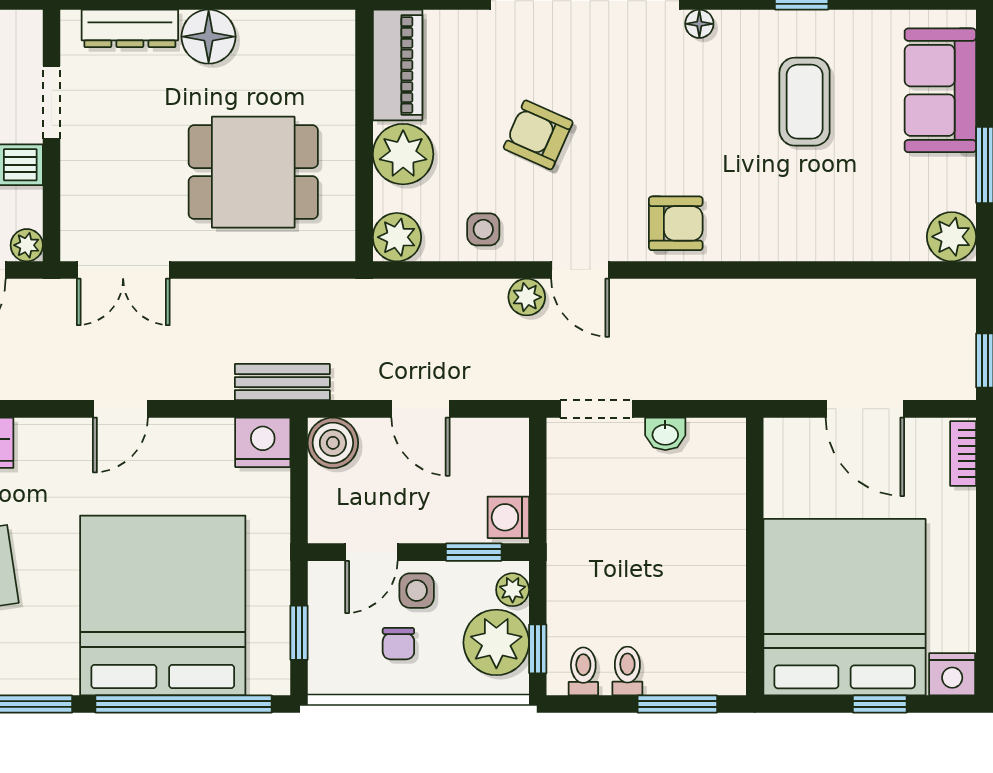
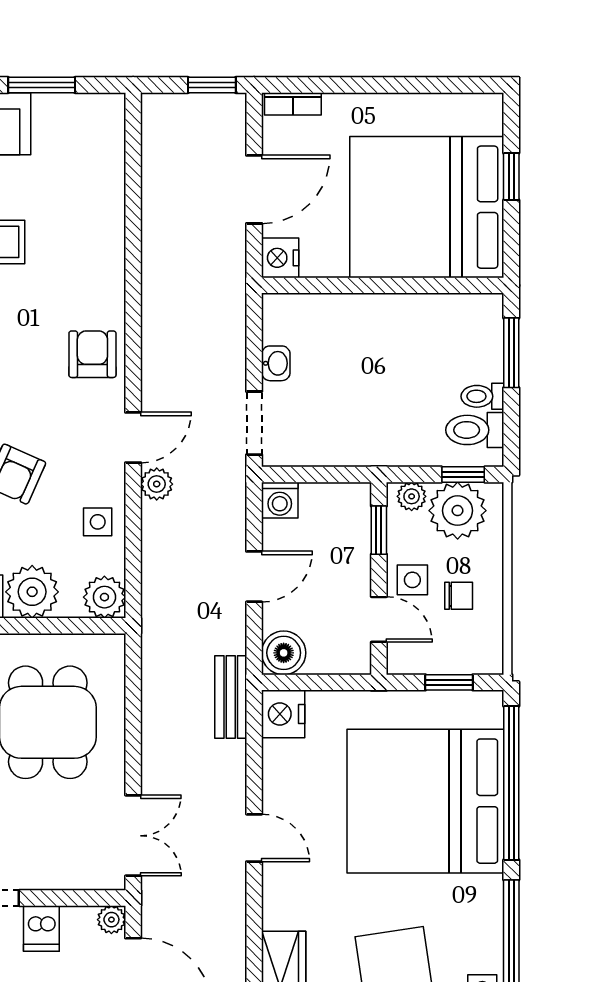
plant: (951, 237) -> (104, 114), removed
washing machine: (508, 517) -> (280, 500), moved
toilet: (583, 671) -> (475, 430), width x1.37, depth x1.39
nightstand: (952, 674) -> (280, 258), moved, turned 180

